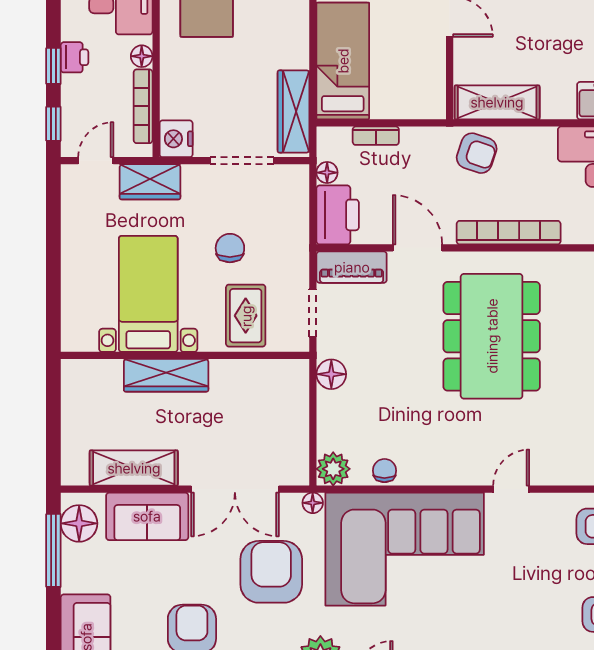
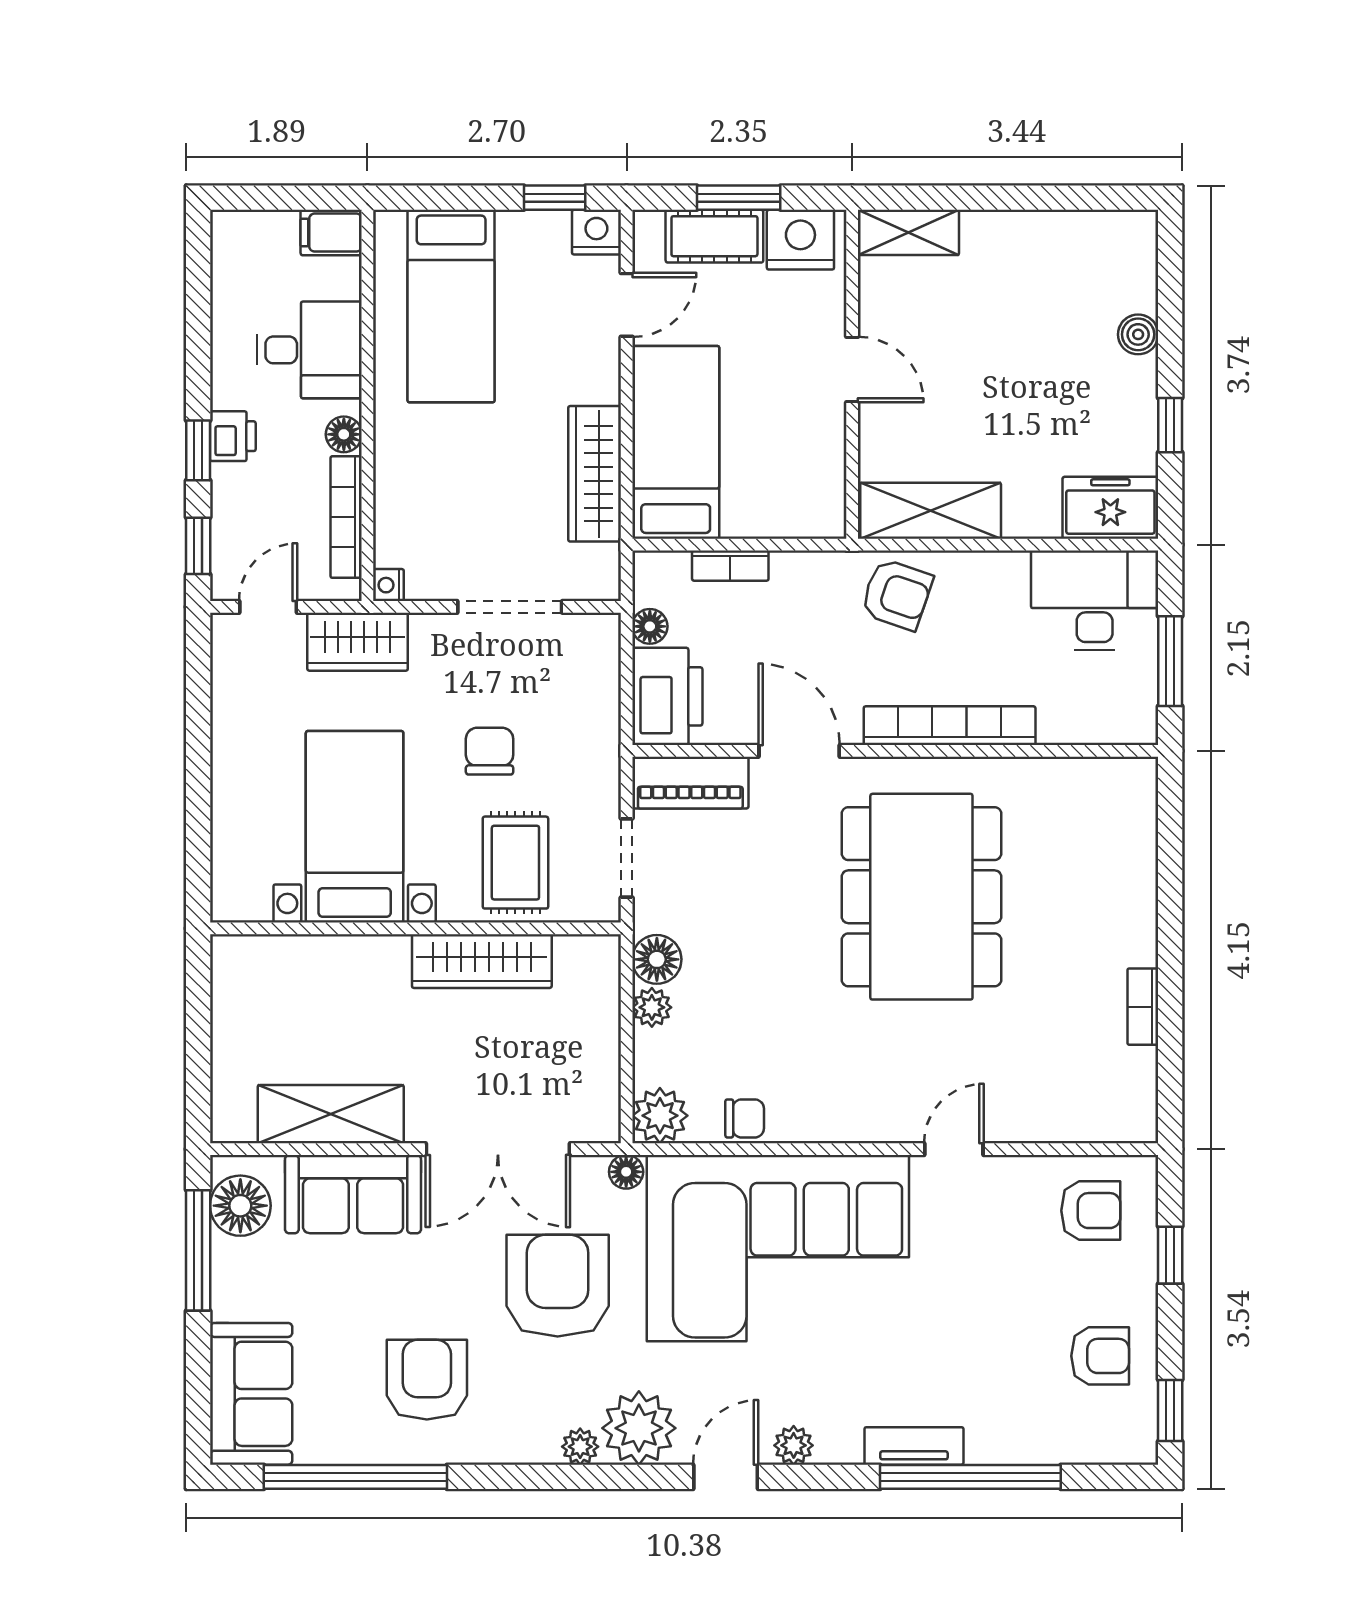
wardrobe: (294, 111) -> (595, 474), moved
nightstand: (176, 139) -> (388, 585), width x0.53, depth x0.56
wardrobe: (166, 375) -> (482, 961), moved
plant: (328, 403) -> (652, 1007), added
chair: (384, 471) -> (745, 1118), turned 90

